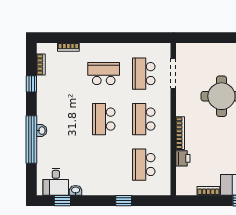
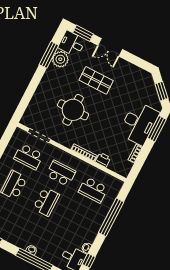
school desk: (104, 119) -> (46, 202), turned -90
school desk: (144, 119) -> (61, 173), turned 180
window: (124, 201) -> (111, 217), width x3.17

